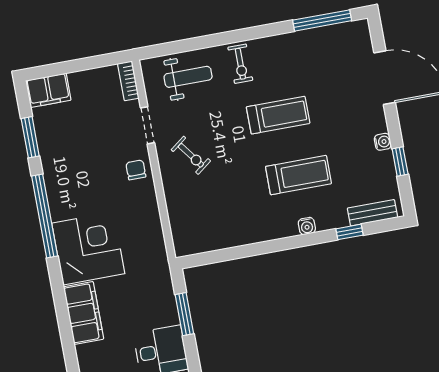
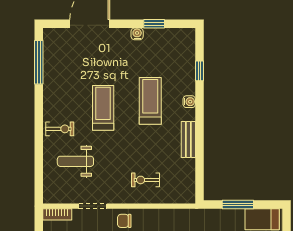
weight bench: (188, 77) -> (75, 161), moved, turned -90
exercise bike: (191, 155) -> (146, 180), moved, turned -143
bench: (372, 213) -> (188, 139), moved

